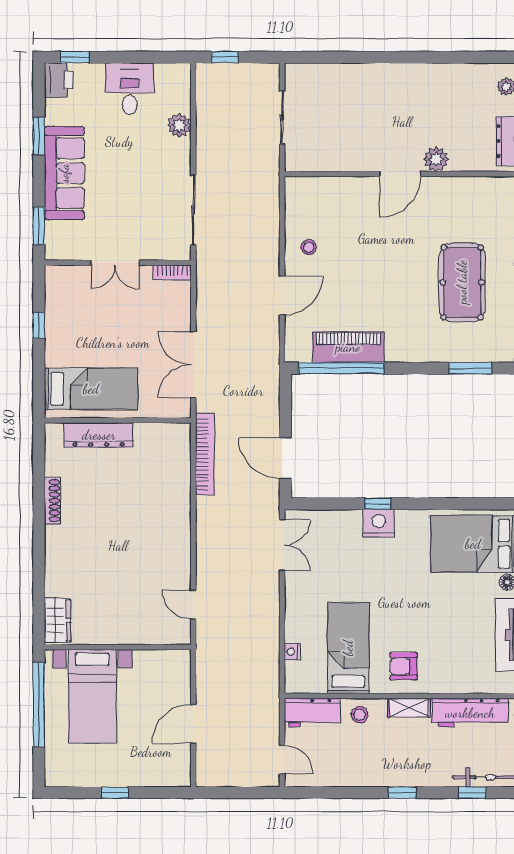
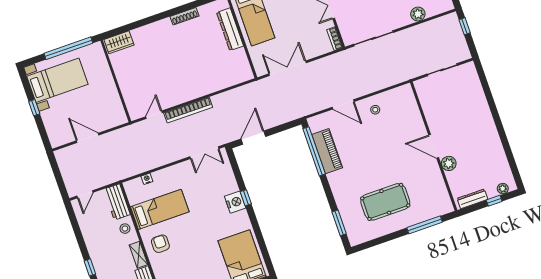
bookcase: (205, 454) -> (188, 110), moved
bed with nightstands: (92, 696) -> (57, 80), moved, turned 180

